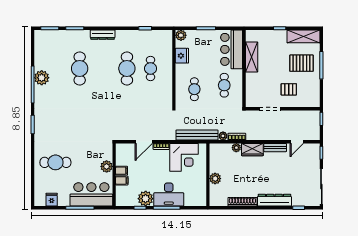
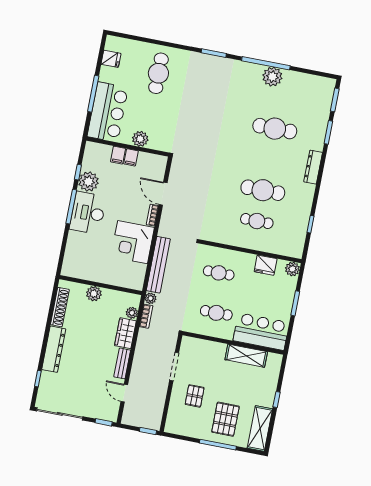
wall: (208, 175) -> (101, 285), moved
plant: (215, 179) -> (94, 294), moved

